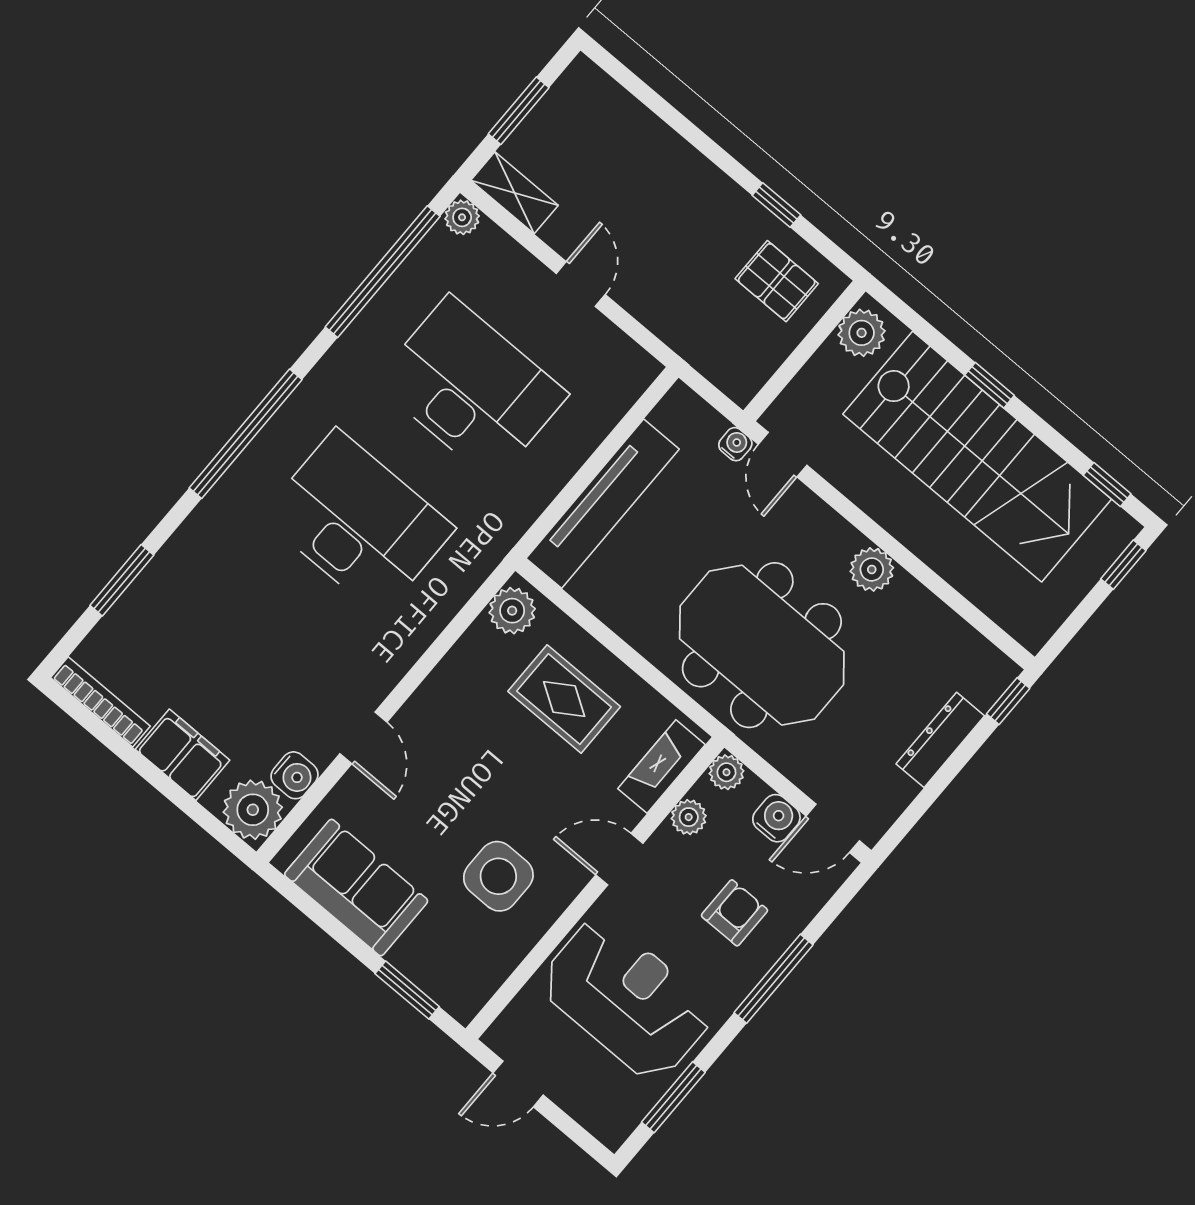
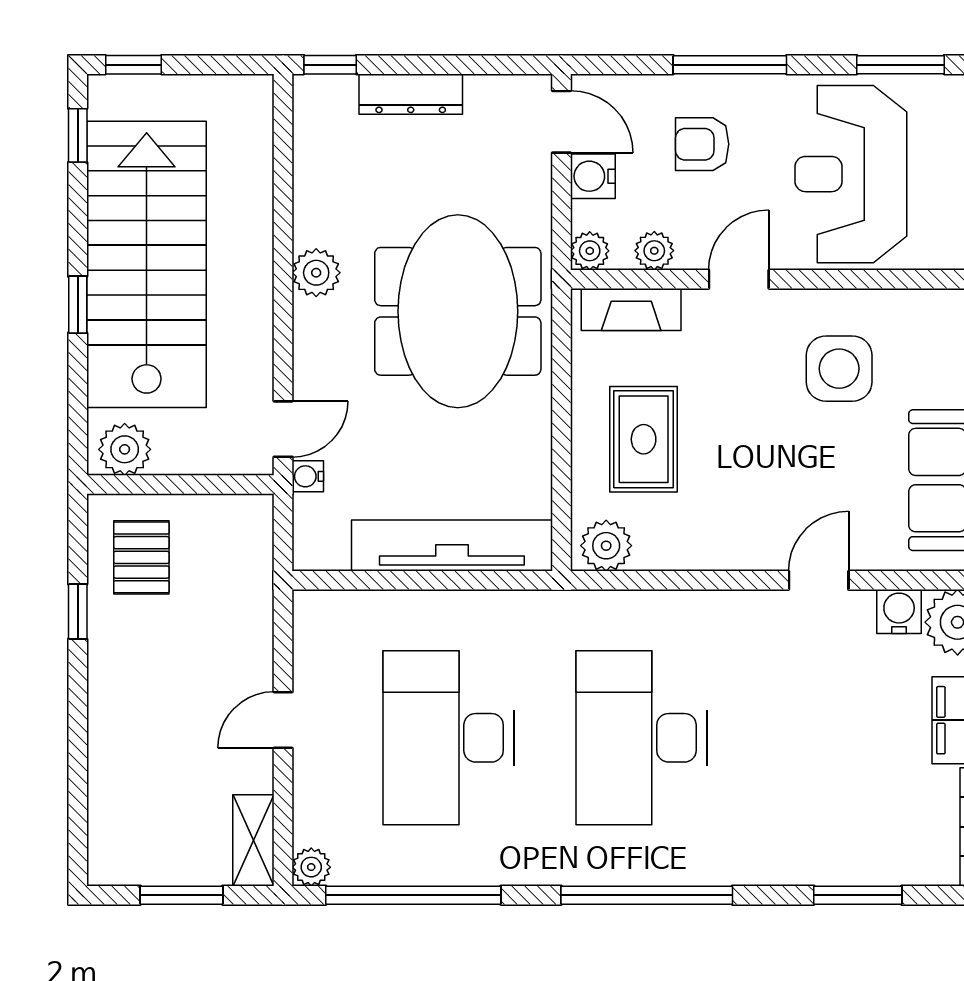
door: (619, 859) -> (739, 279), swing flipped

